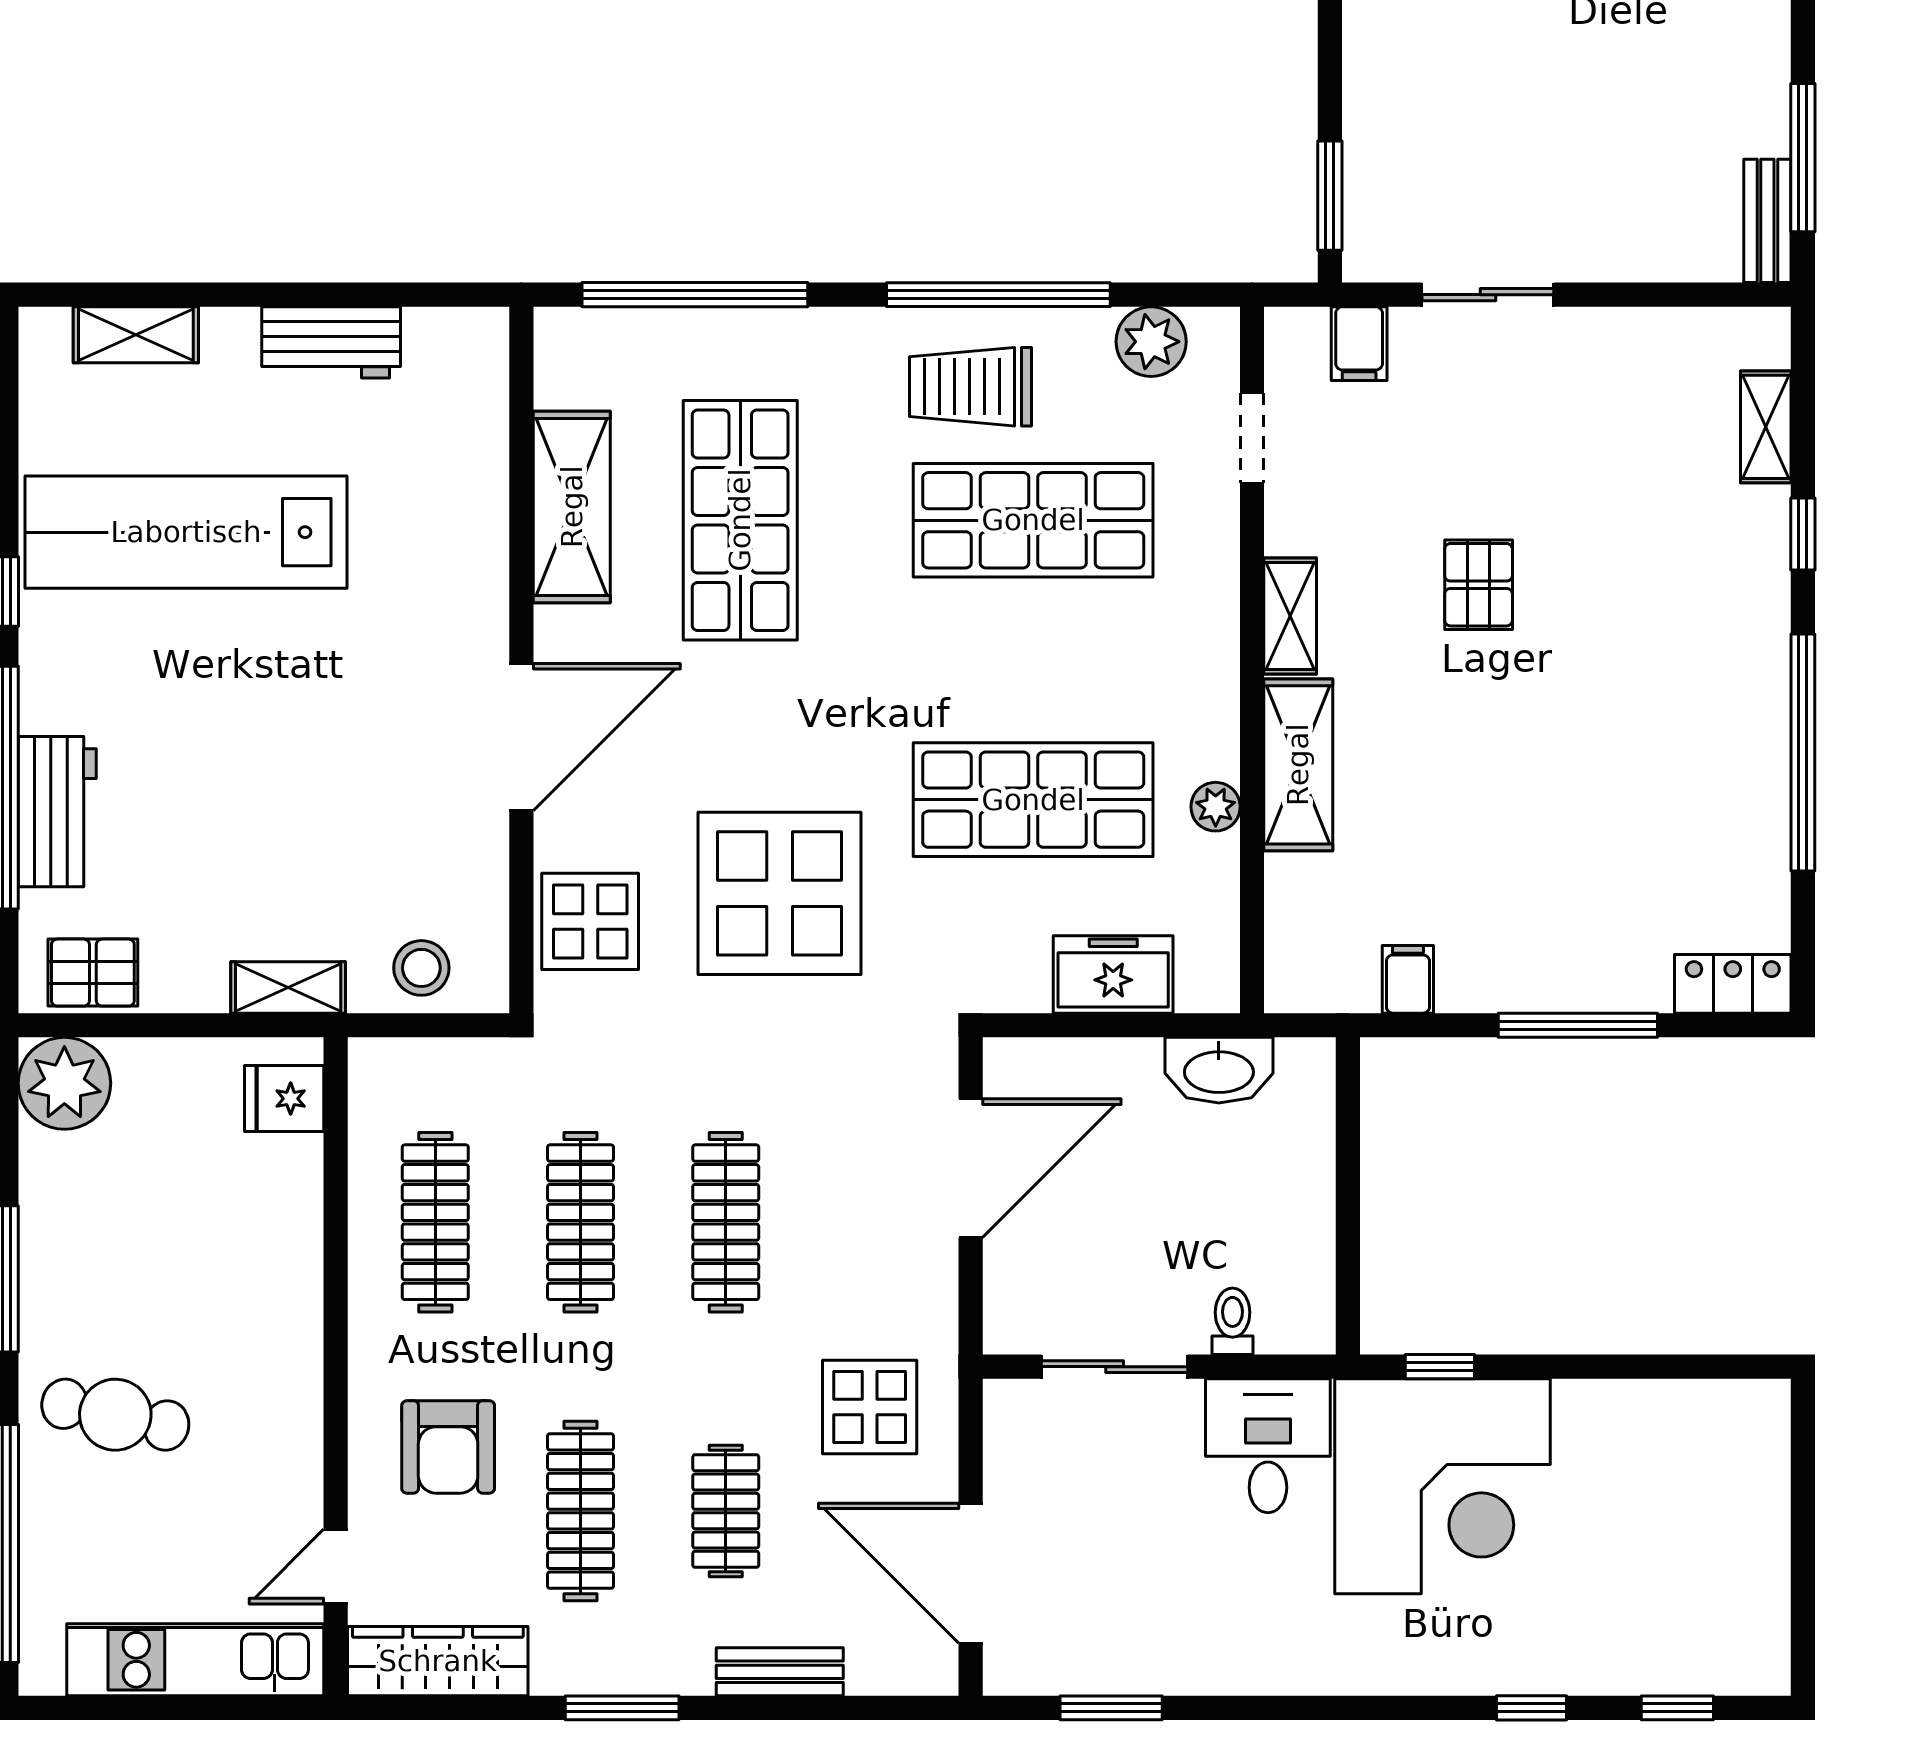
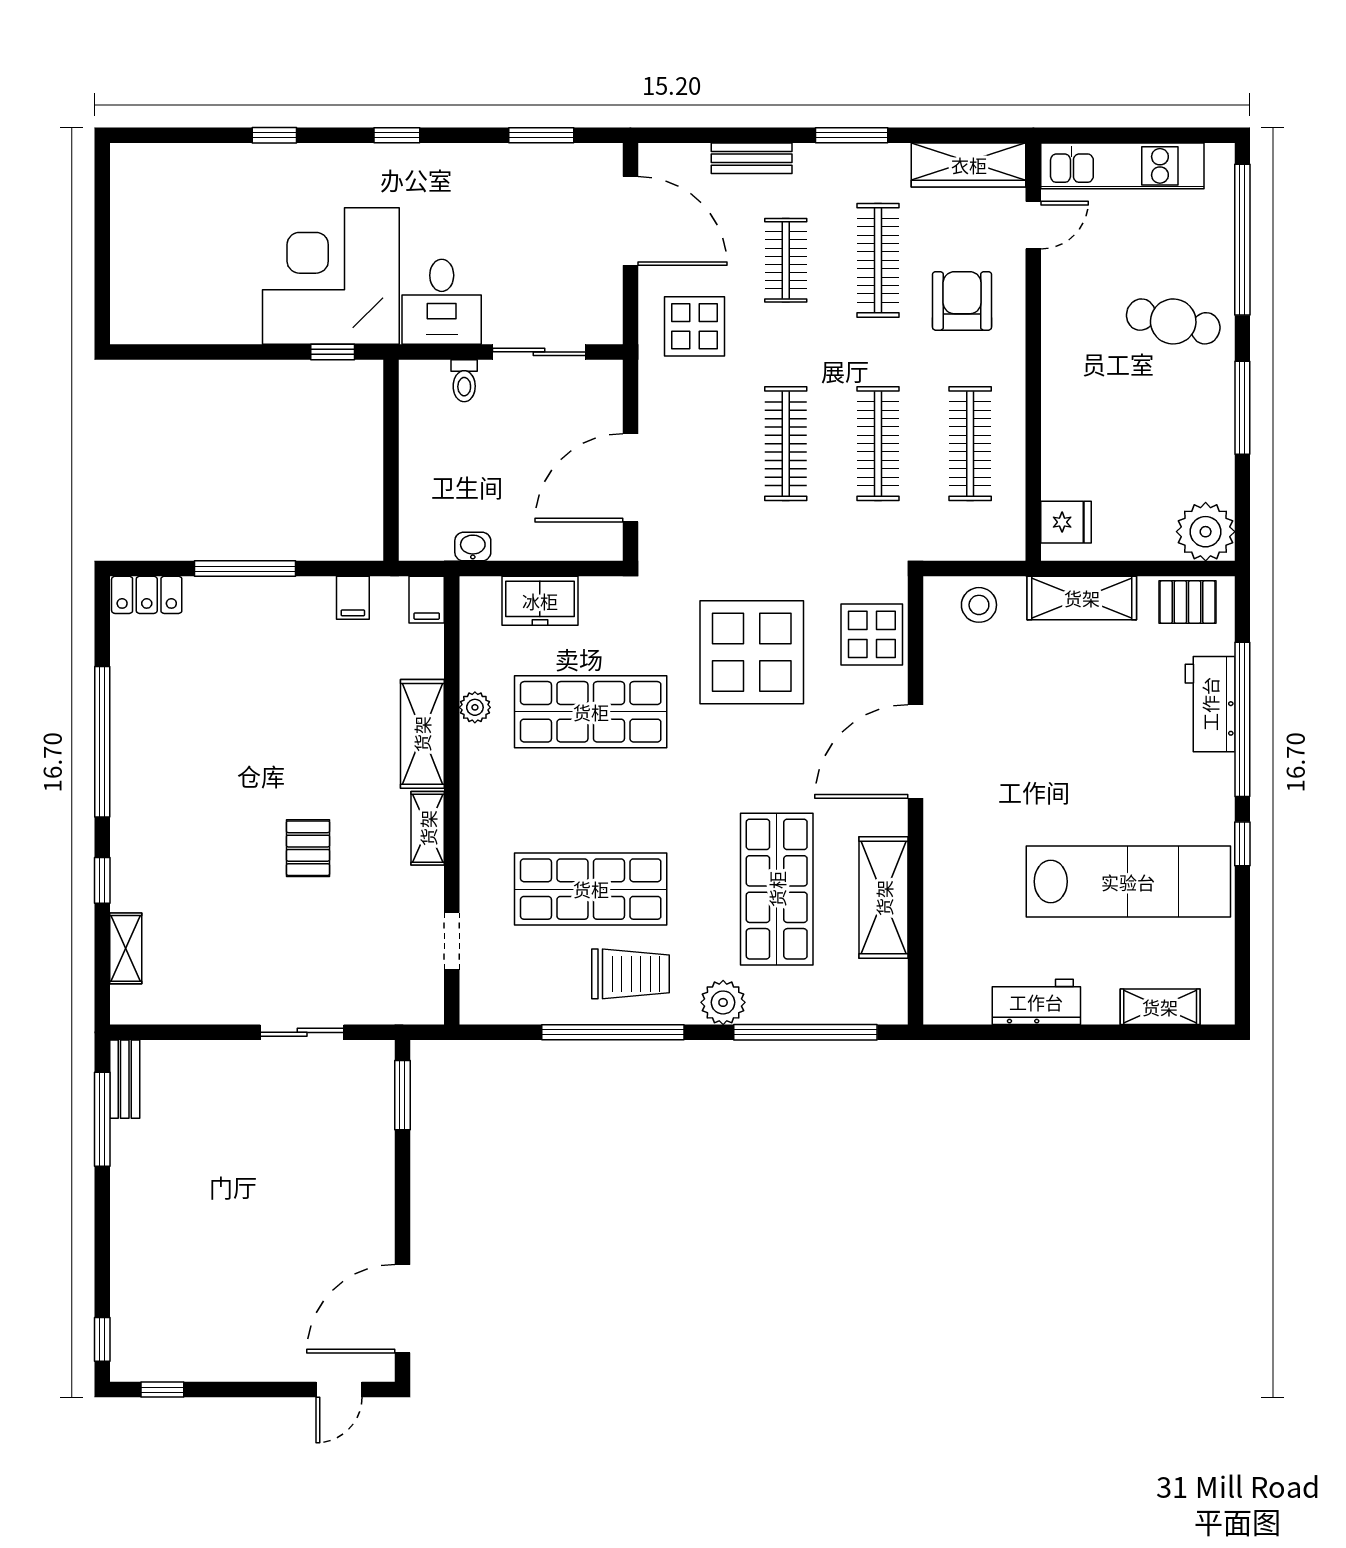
plant: (1151, 342) -> (723, 1002), moved
filing cabinet: (1359, 344) -> (427, 600), moved, turned 180
shelving: (288, 987) -> (1082, 598), width x1.50, depth x1.33
washbasin: (1219, 1070) -> (473, 547), width x0.52, depth x0.69
window: (1677, 1708) -> (397, 135), moved

